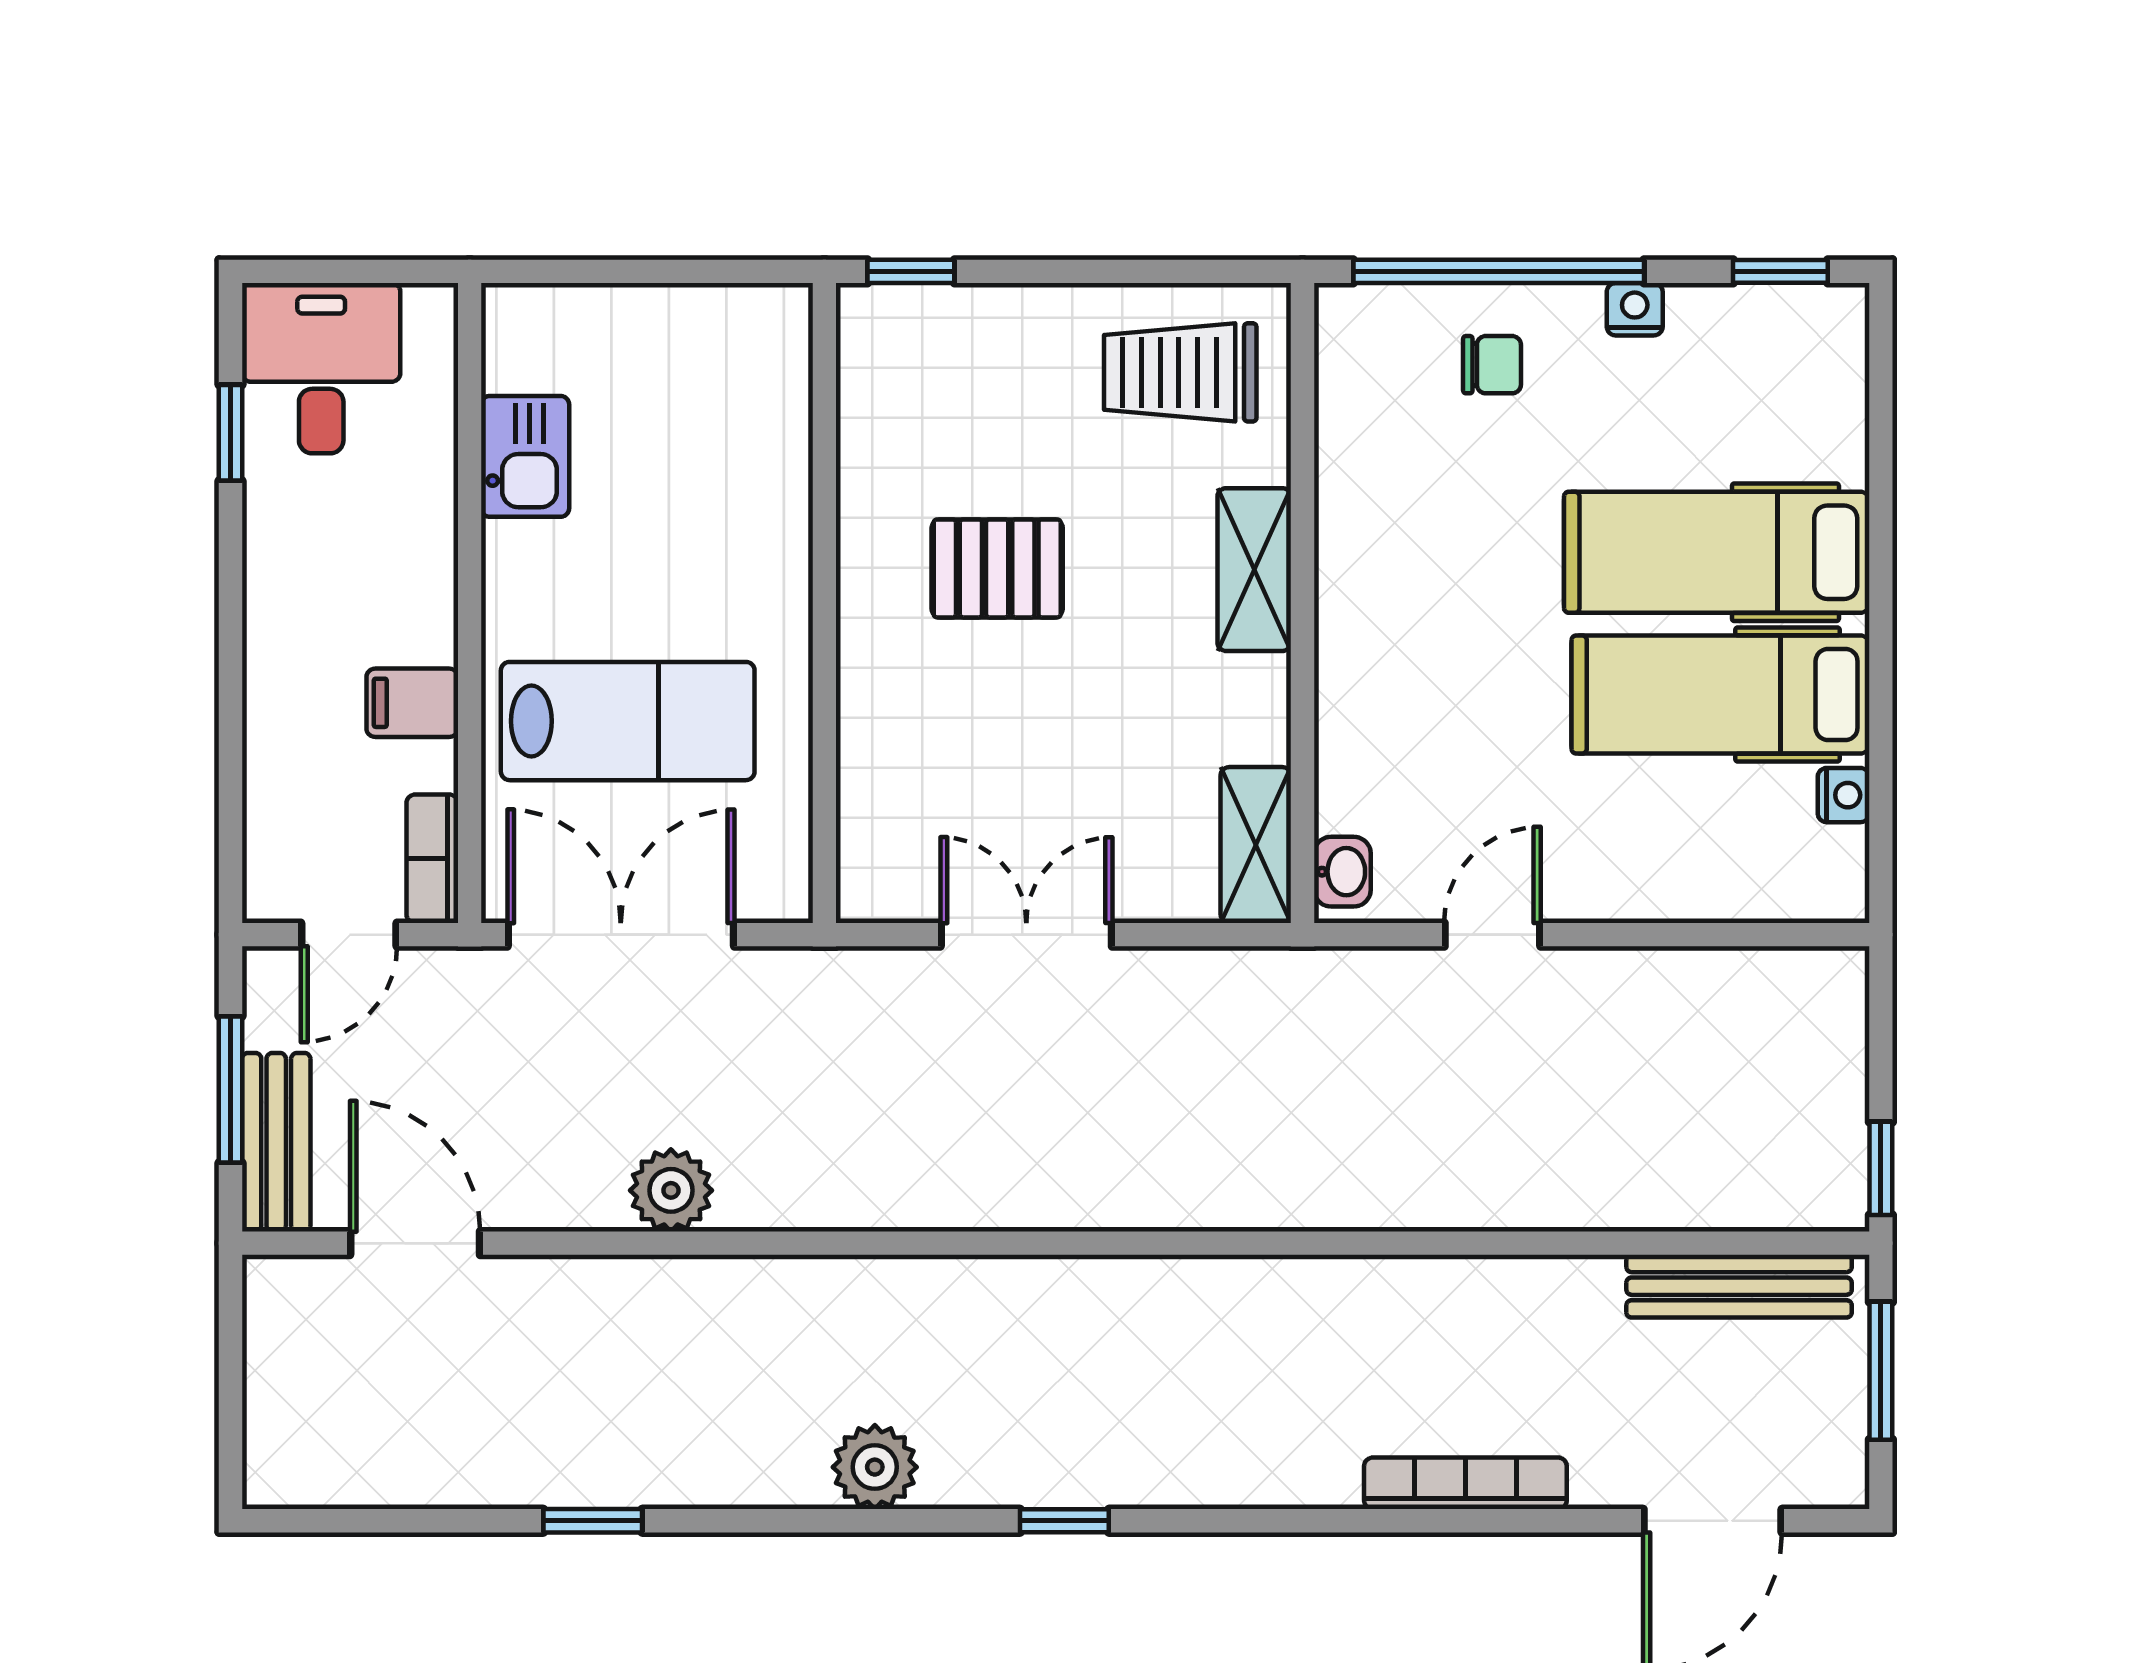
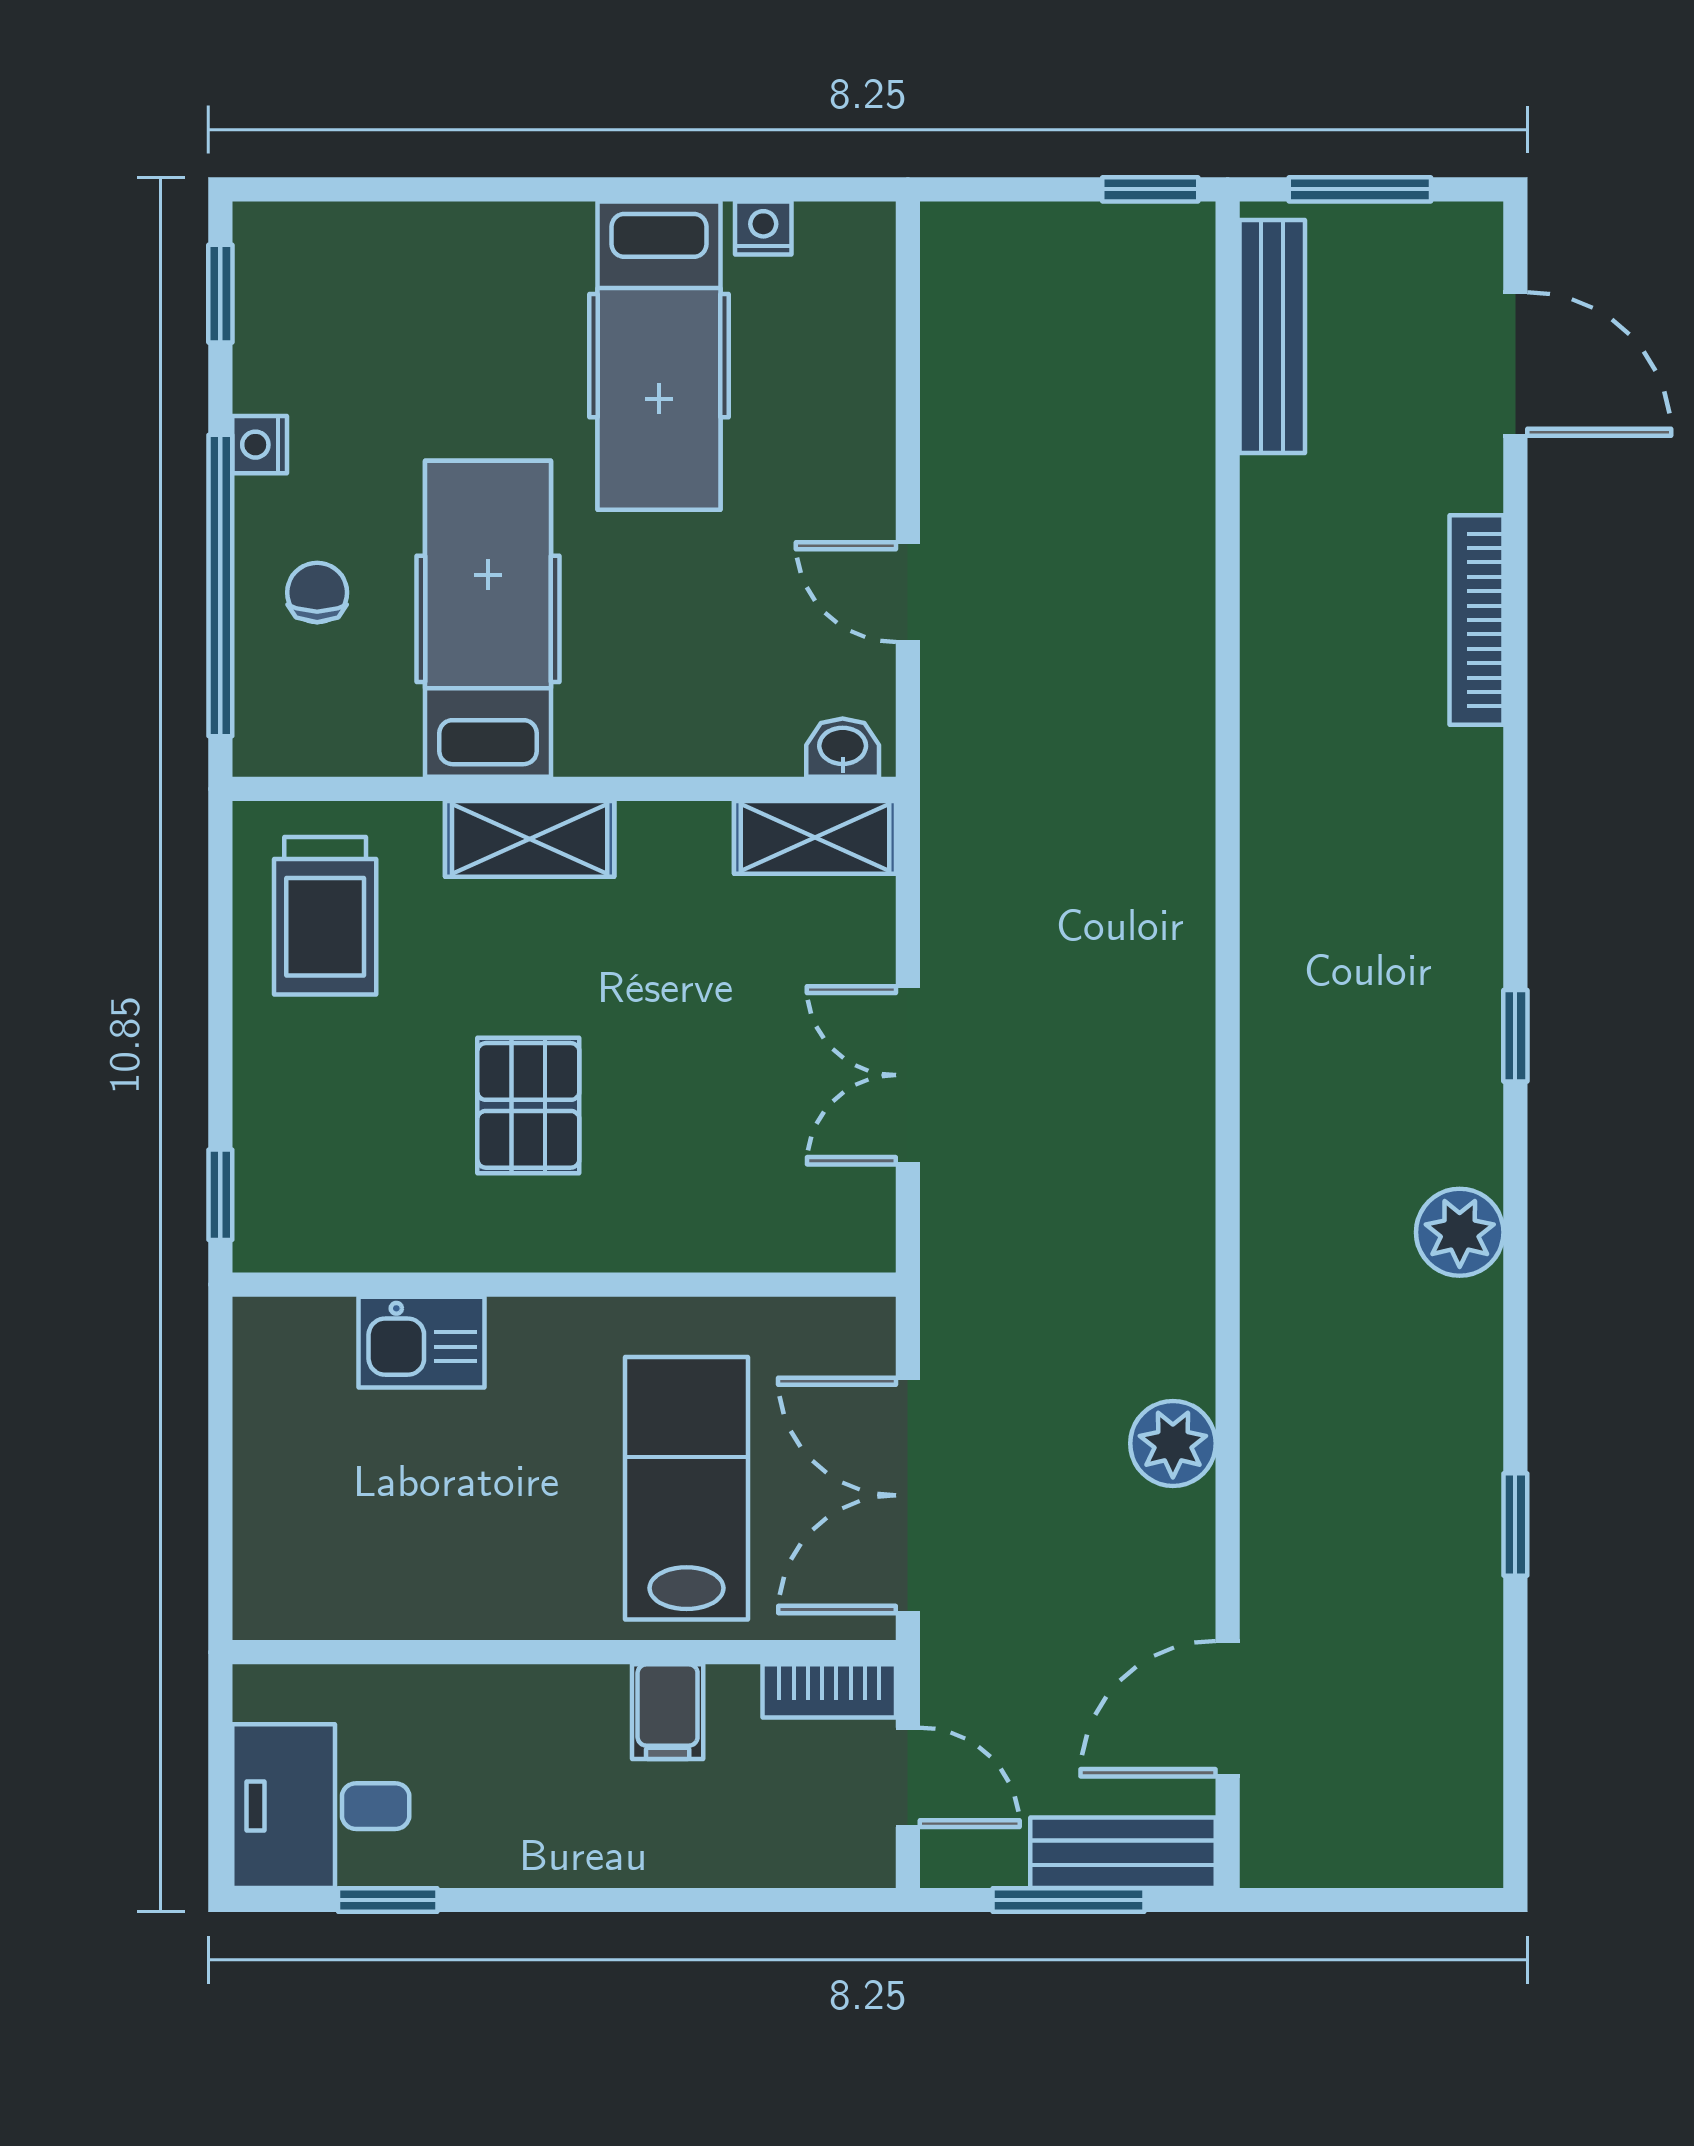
kitchen sink: (525, 456) -> (421, 1342), moved, turned 180
hospital bed: (1717, 552) -> (488, 619), moved, turned 180

